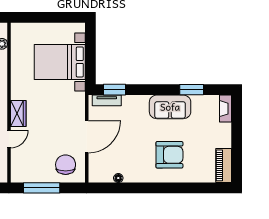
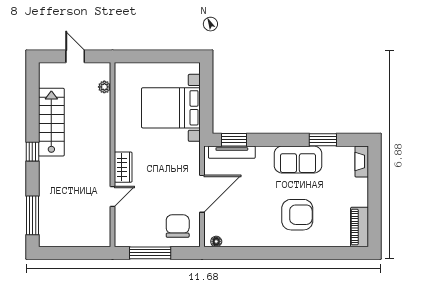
tv unit: (107, 100) -> (232, 152), width x1.41
floor lamp: (118, 178) -> (216, 241), moved

